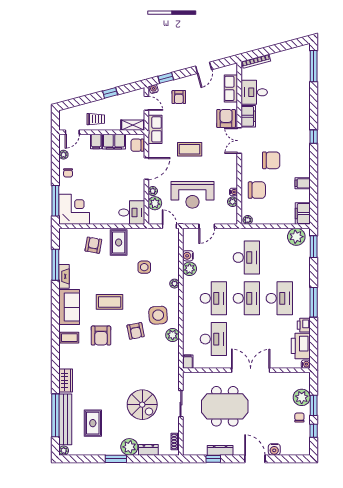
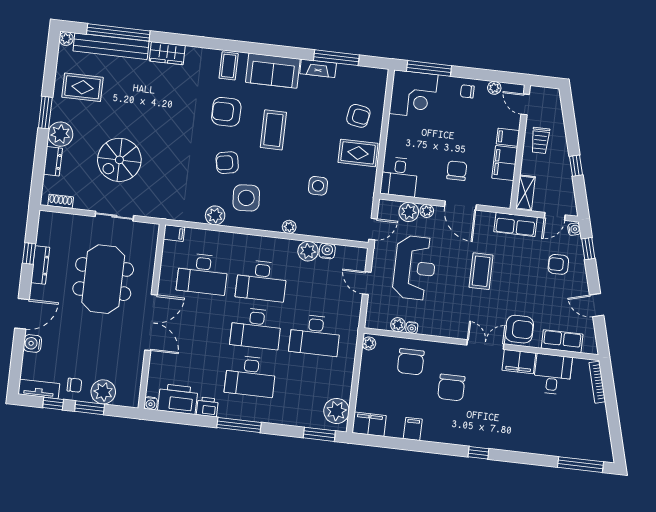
chair: (137, 145) -> (457, 171), moved
reception desk: (192, 195) -> (415, 268), turned 180
rug: (93, 423) -> (83, 87), moved
tv unit: (305, 441) -> (39, 389), added

